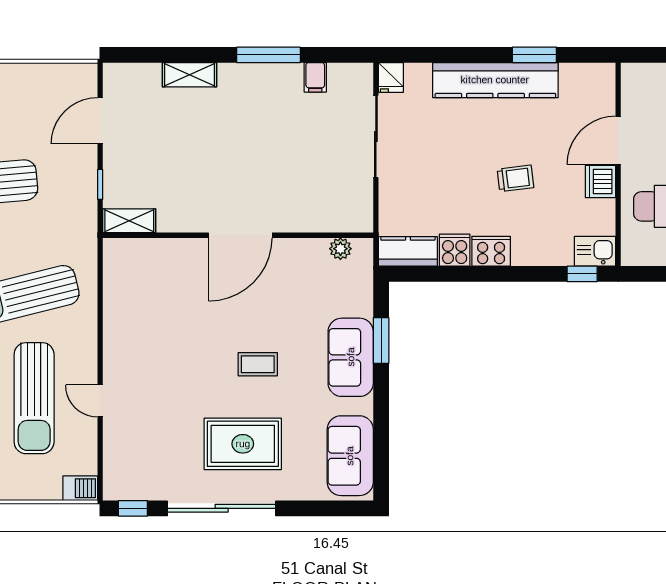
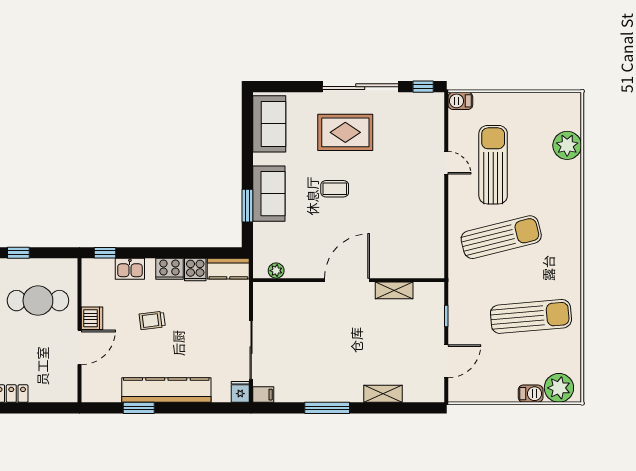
filing cabinet: (315, 77) -> (263, 395), moved, turned 90
shelving: (129, 221) -> (394, 290), moved
kitchen sink: (595, 251) -> (130, 269), moved

